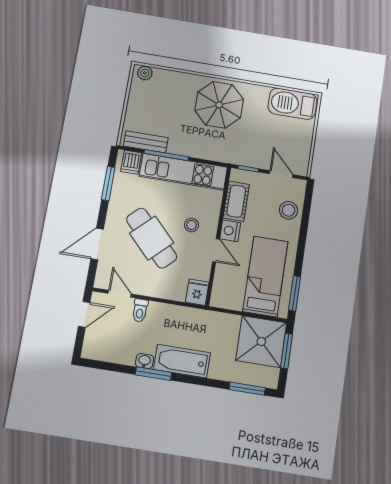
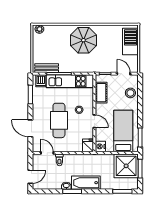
barbecue: (292, 104) -> (130, 41), moved, turned 90
nightstand: (230, 231) -> (100, 146), moved
cafe table: (152, 238) -> (59, 120), turned 44
door: (97, 244) -> (30, 128), hinge flipped
door: (84, 314) -> (30, 177), moved

